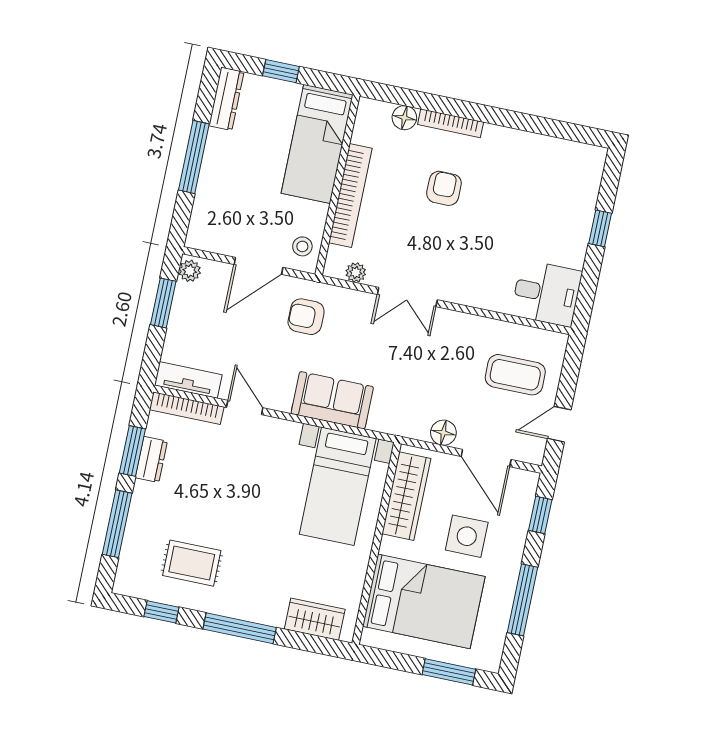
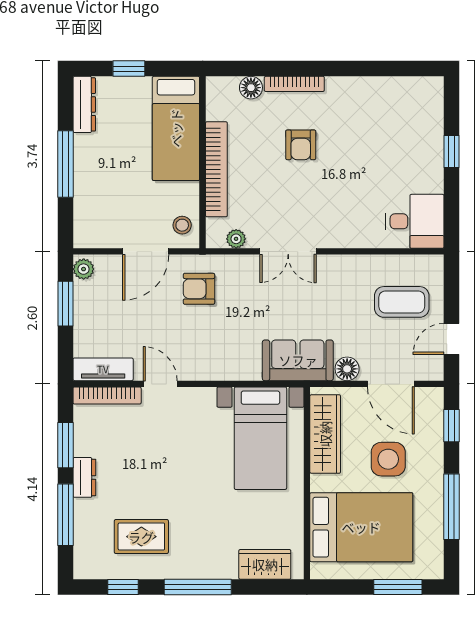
armchair: (444, 188) -> (301, 145), turned 180
sofa: (332, 400) -> (298, 360), moved
dresser: (151, 459) -> (84, 477), moved

